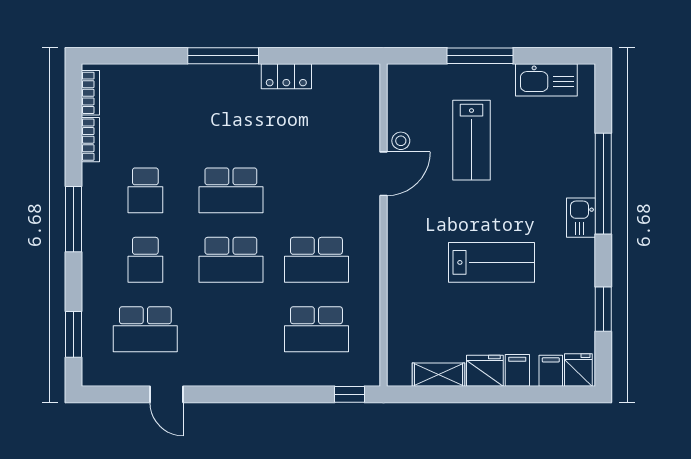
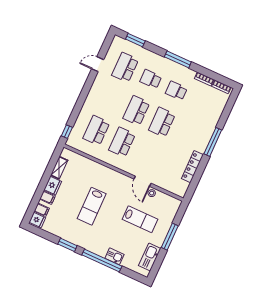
locker: (286, 76) -> (192, 167), width x1.53
lab bench: (471, 140) -> (140, 219), turned 180
kitchen sink: (581, 218) -> (115, 256), moved
window: (603, 309) -> (67, 245), moved

